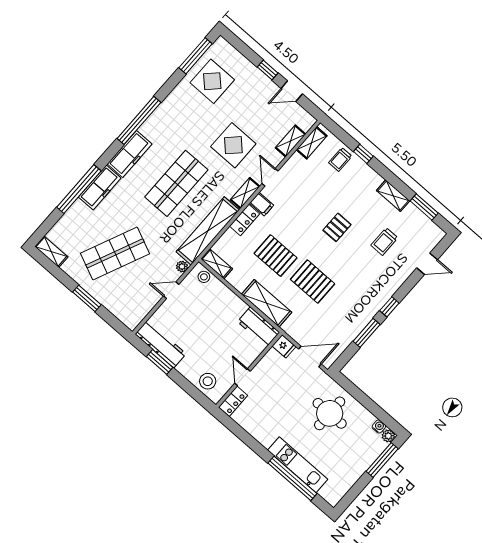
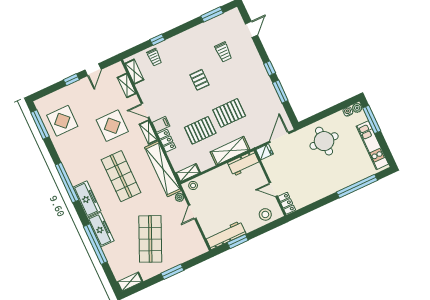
shelving: (393, 196) -> (195, 32), removed
kitchen unit: (298, 465) -> (372, 145), moved, turned -90

